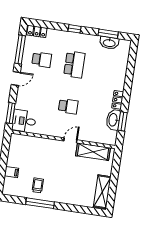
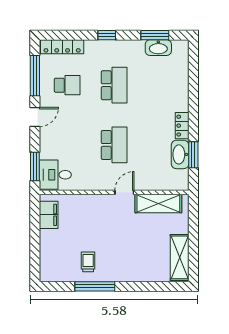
locker: (37, 31) -> (62, 47), width x1.53
school desk: (68, 106) -> (114, 145), width x1.85
filing cabinet: (12, 172) -> (49, 215), moved, width x2.00

